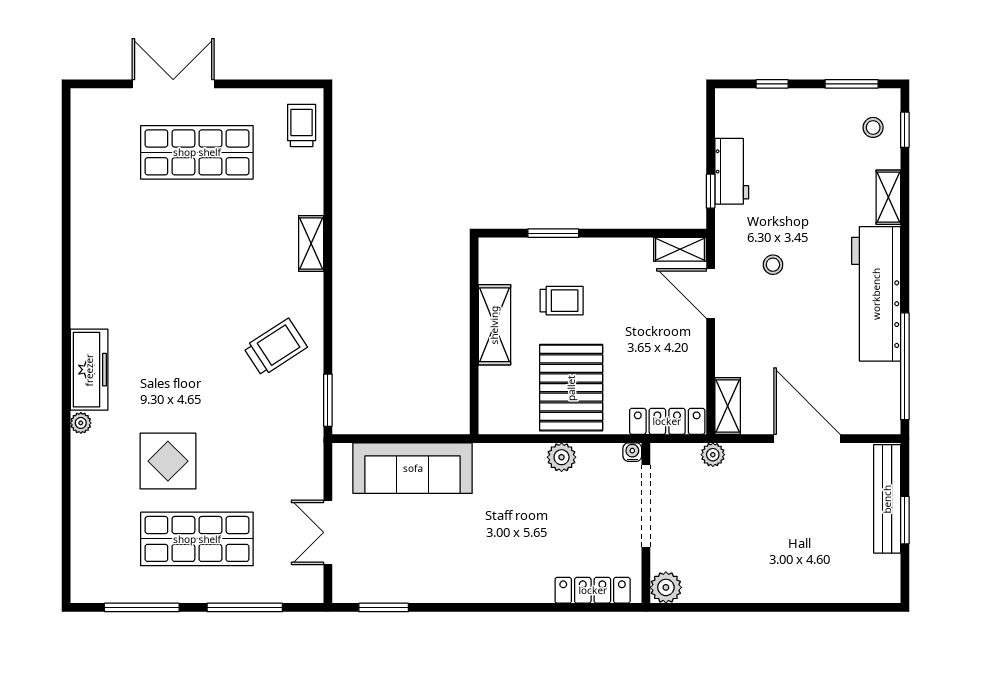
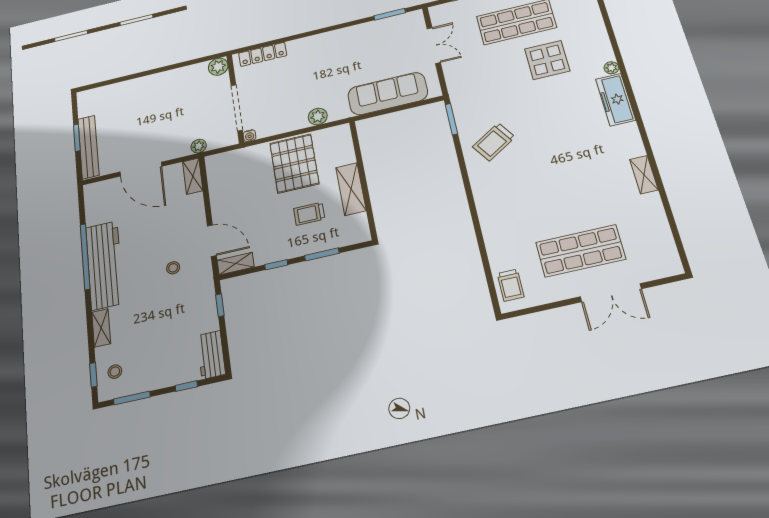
workbench: (732, 171) -> (211, 355), moved
window: (621, 233) -> (276, 265), added
shelving: (311, 243) -> (644, 175), moved
window: (905, 366) -> (85, 257), moved
locker: (667, 421) -> (230, 158), removed
plant: (562, 457) -> (318, 116), moved

